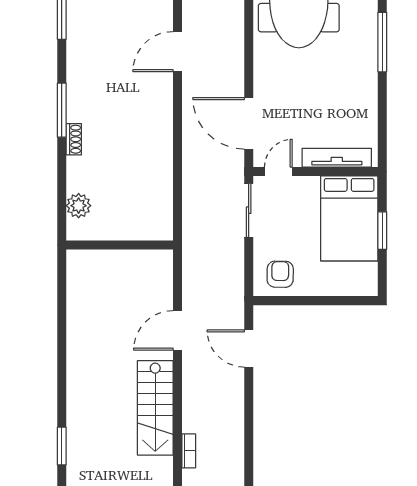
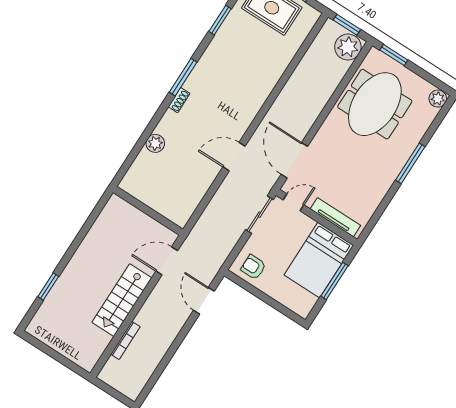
door: (177, 52) -> (234, 157), moved
window: (382, 231) -> (335, 281), width x1.44
wall: (120, 245) -> (148, 211), moved
armchair: (280, 274) -> (253, 267), turned -91
bookcase: (189, 451) -> (125, 340), width x1.56

